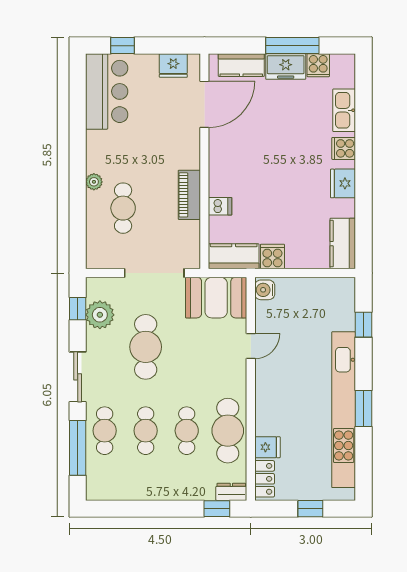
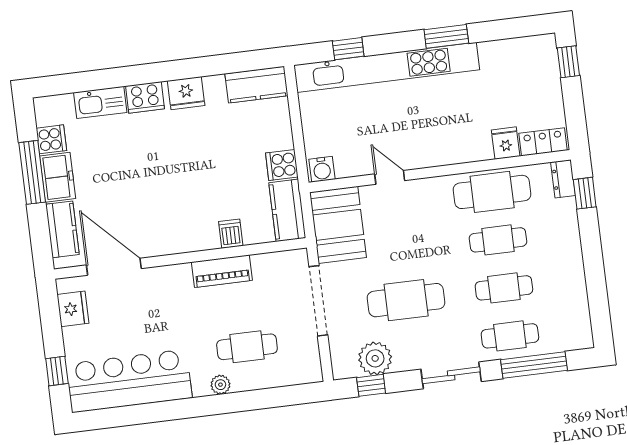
bar counter: (107, 91) -> (129, 381), width x1.36
cooker: (344, 148) -> (145, 97), width x1.36
kitchen unit: (344, 410) -> (387, 67), moved
window: (310, 509) -> (568, 62), moved

